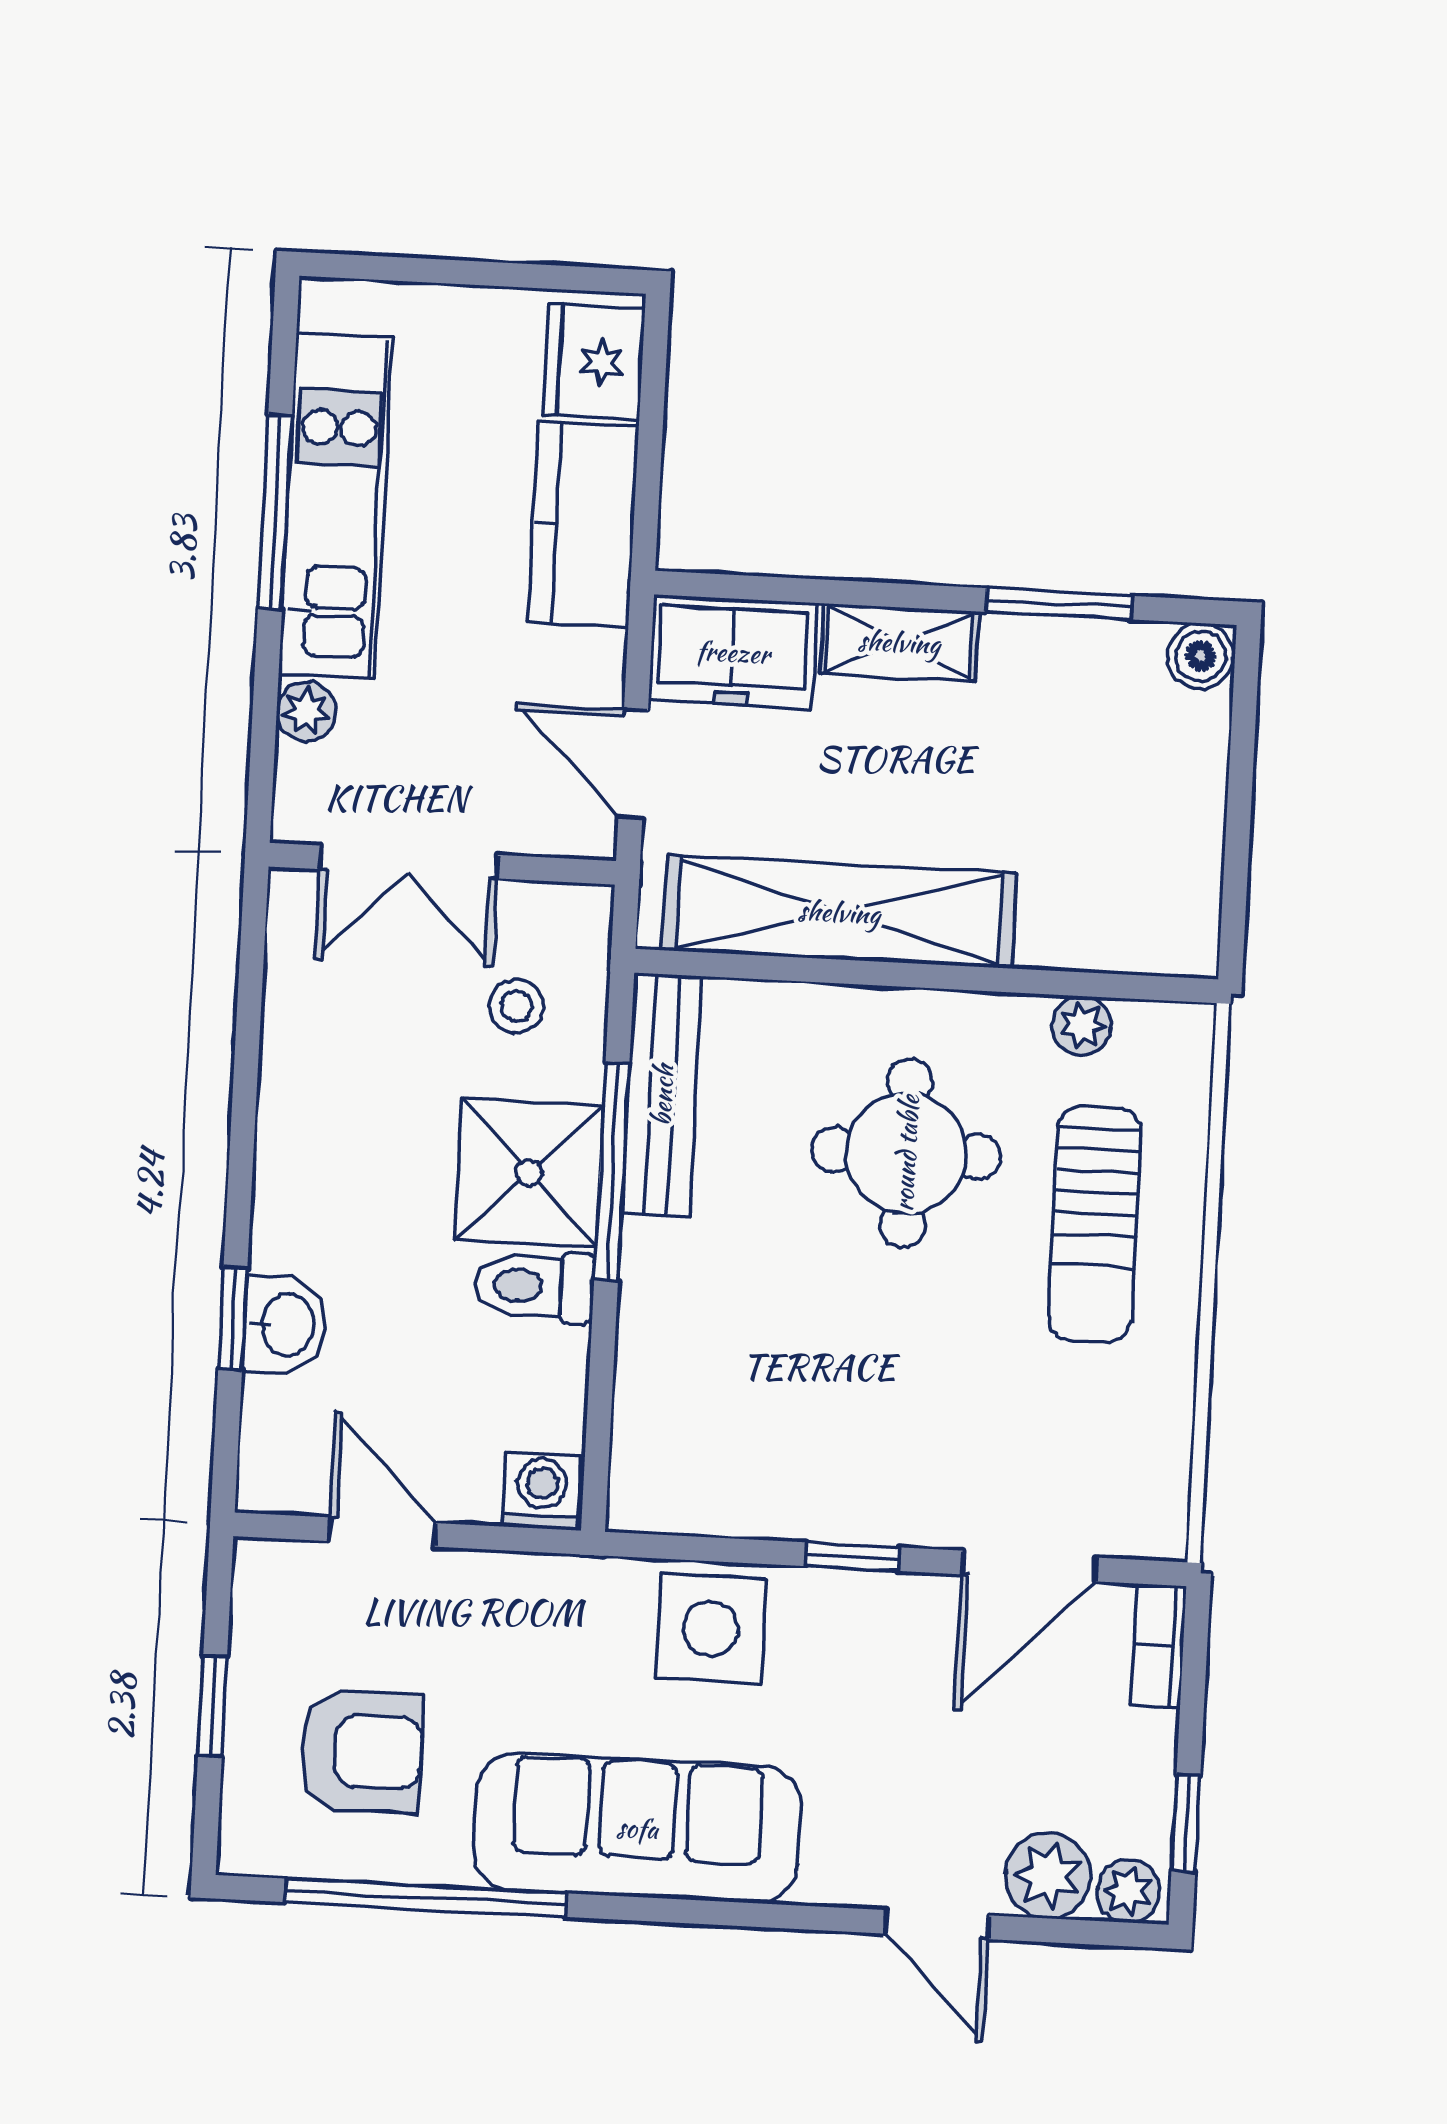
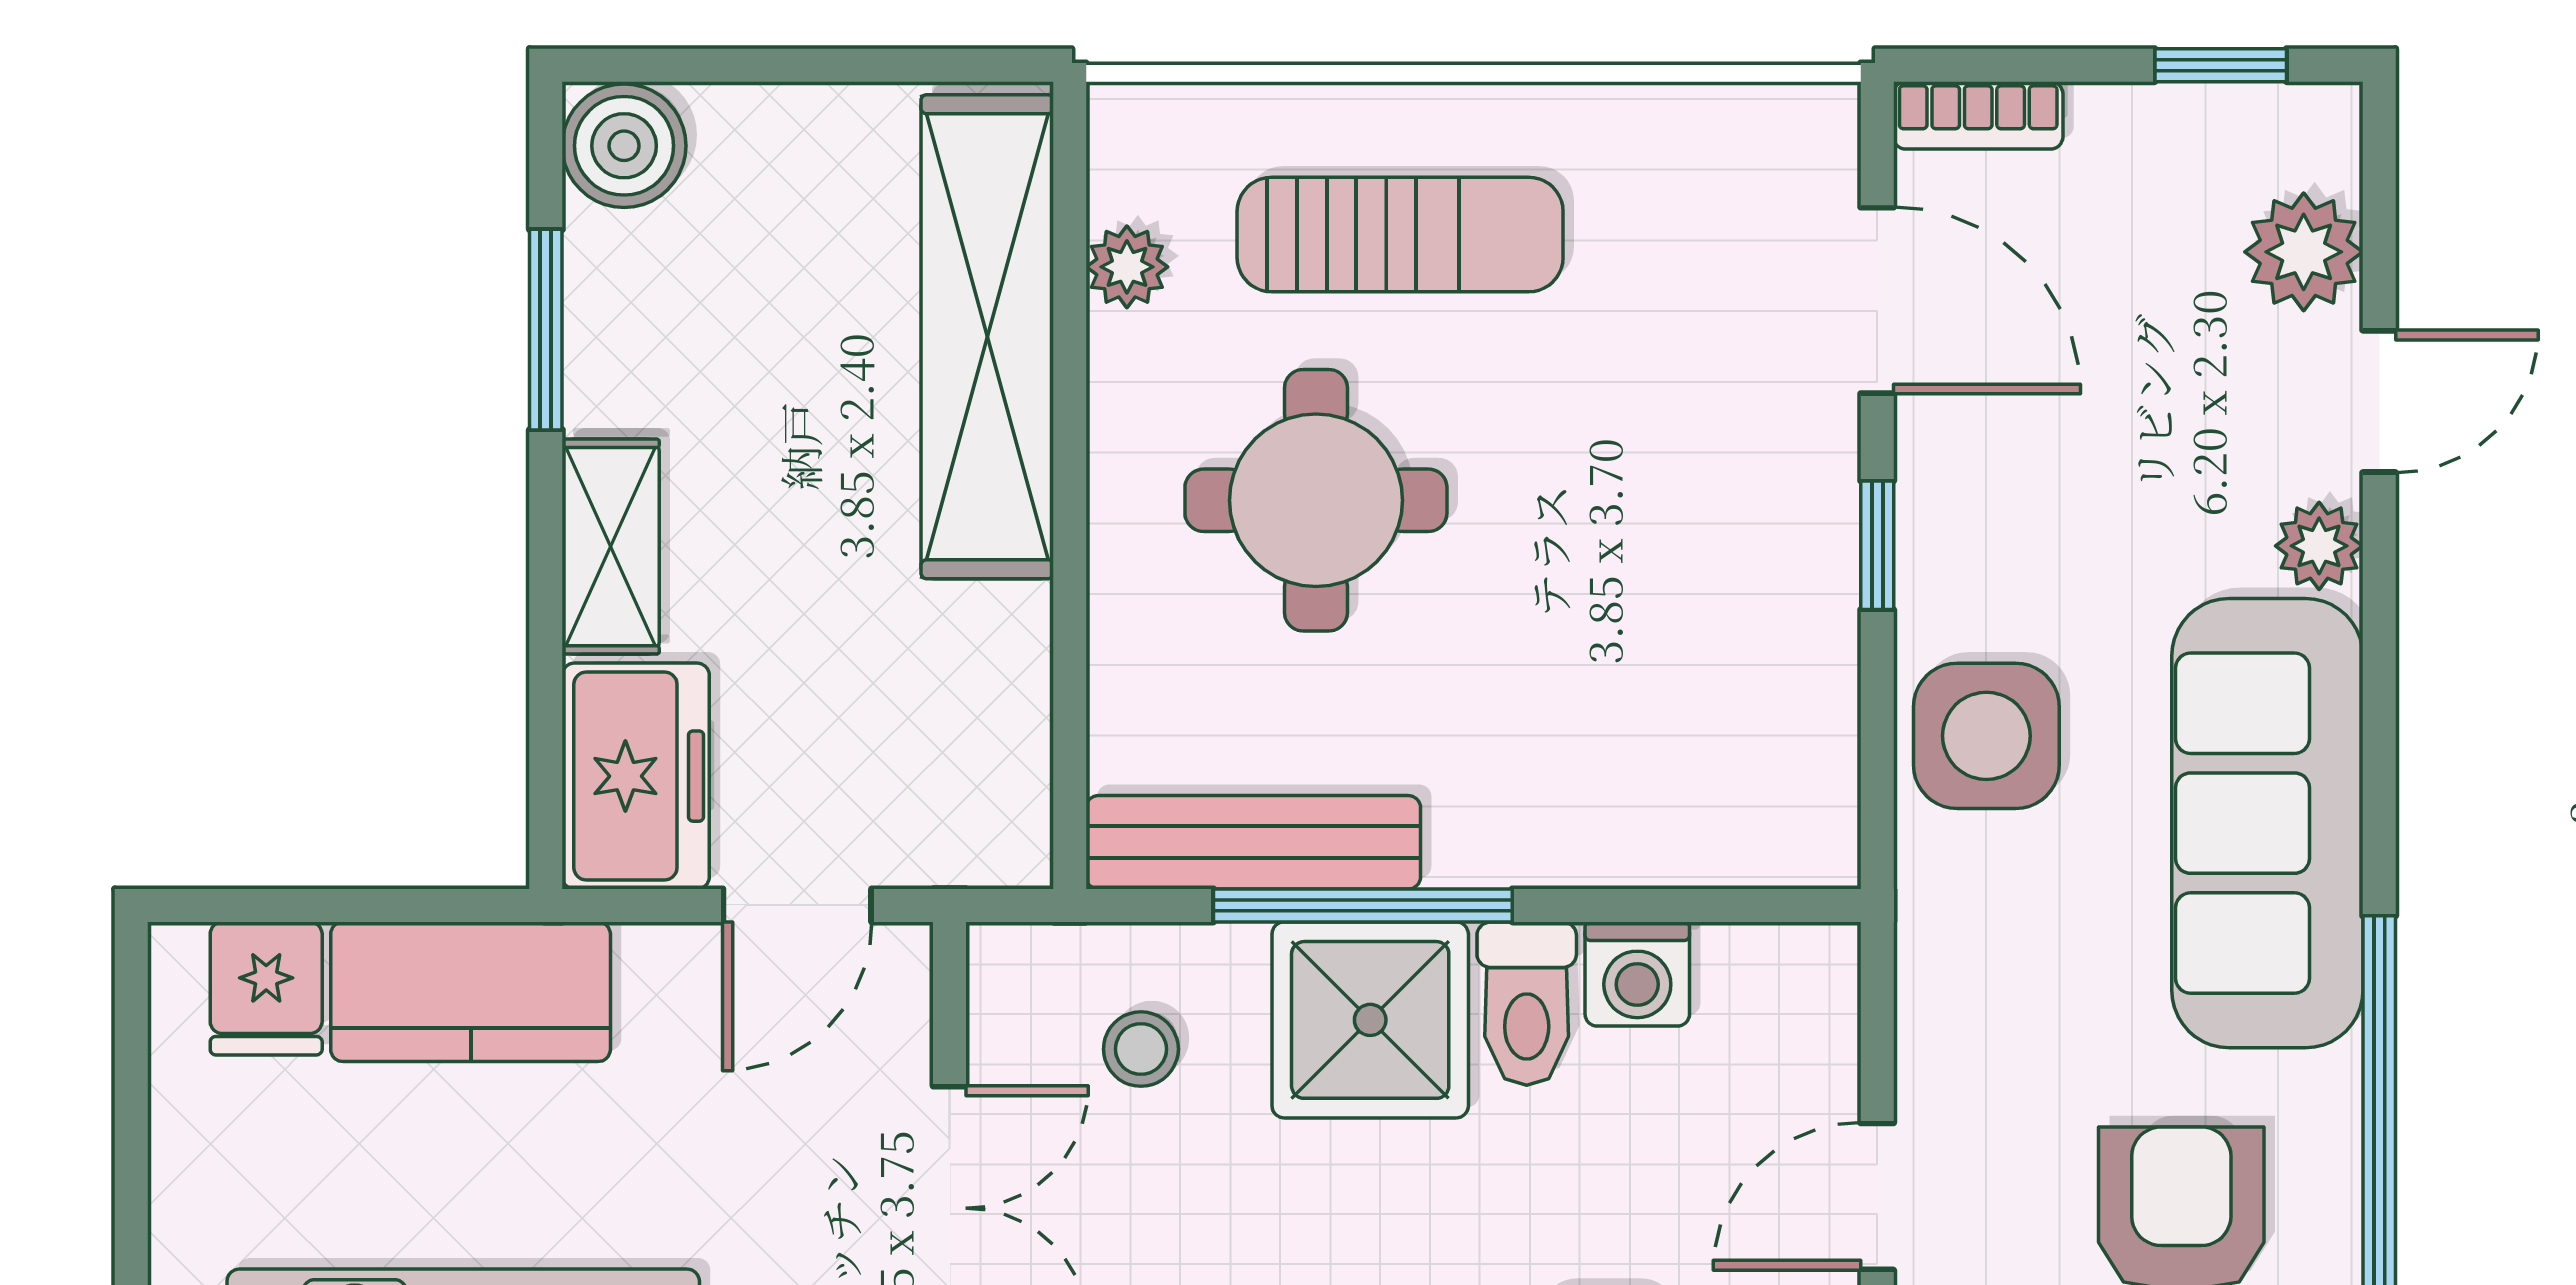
fridge: (594, 361) -> (266, 988), width x0.72
boiler: (1201, 656) -> (624, 146), width x1.36, depth x1.36
shelving: (839, 912) -> (987, 337), moved
washing machine: (542, 1491) -> (1637, 974), moved, turned -90
plant: (1128, 1891) -> (2319, 546), moved

